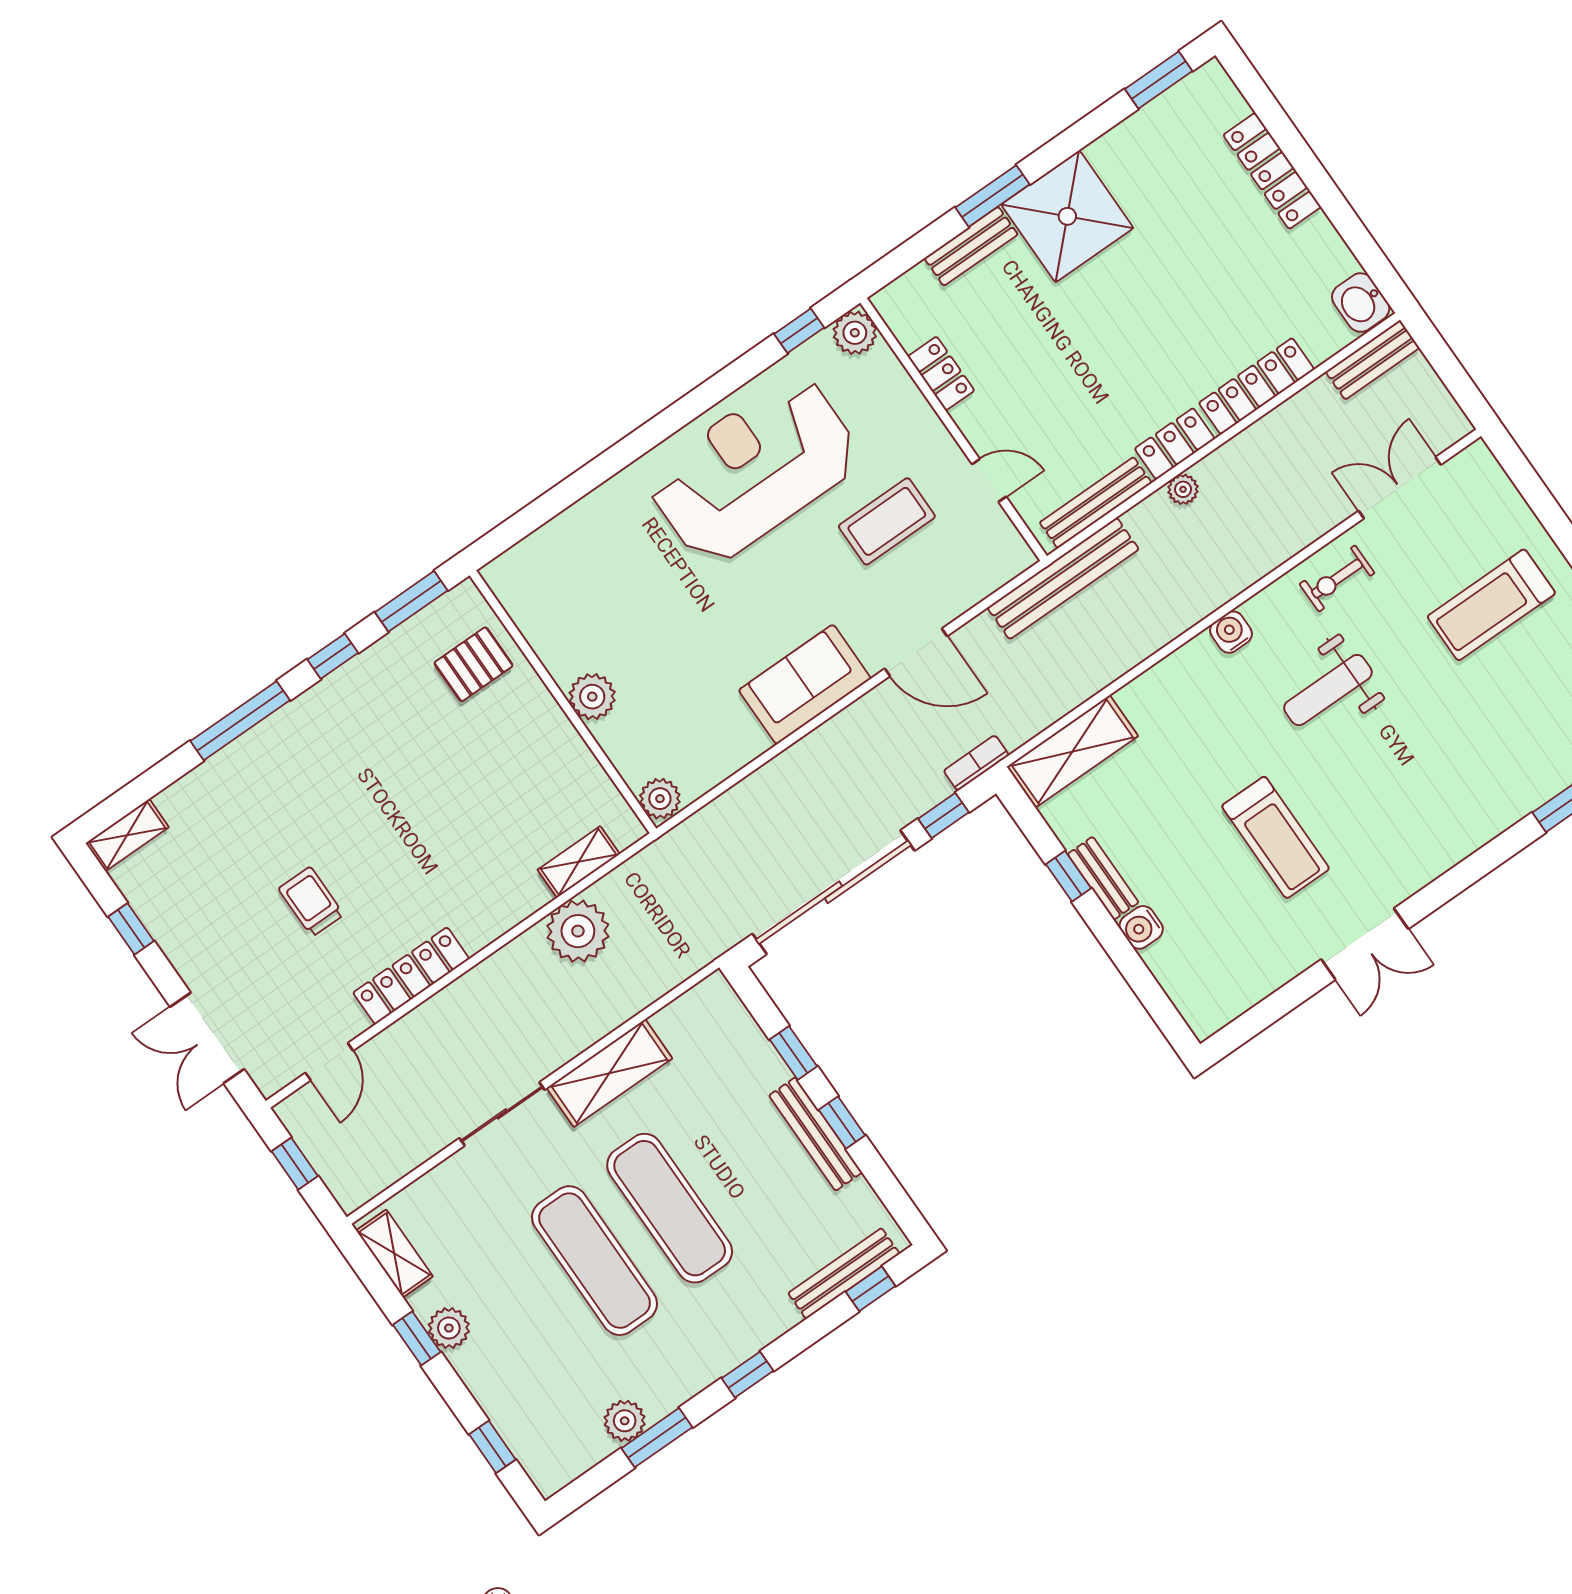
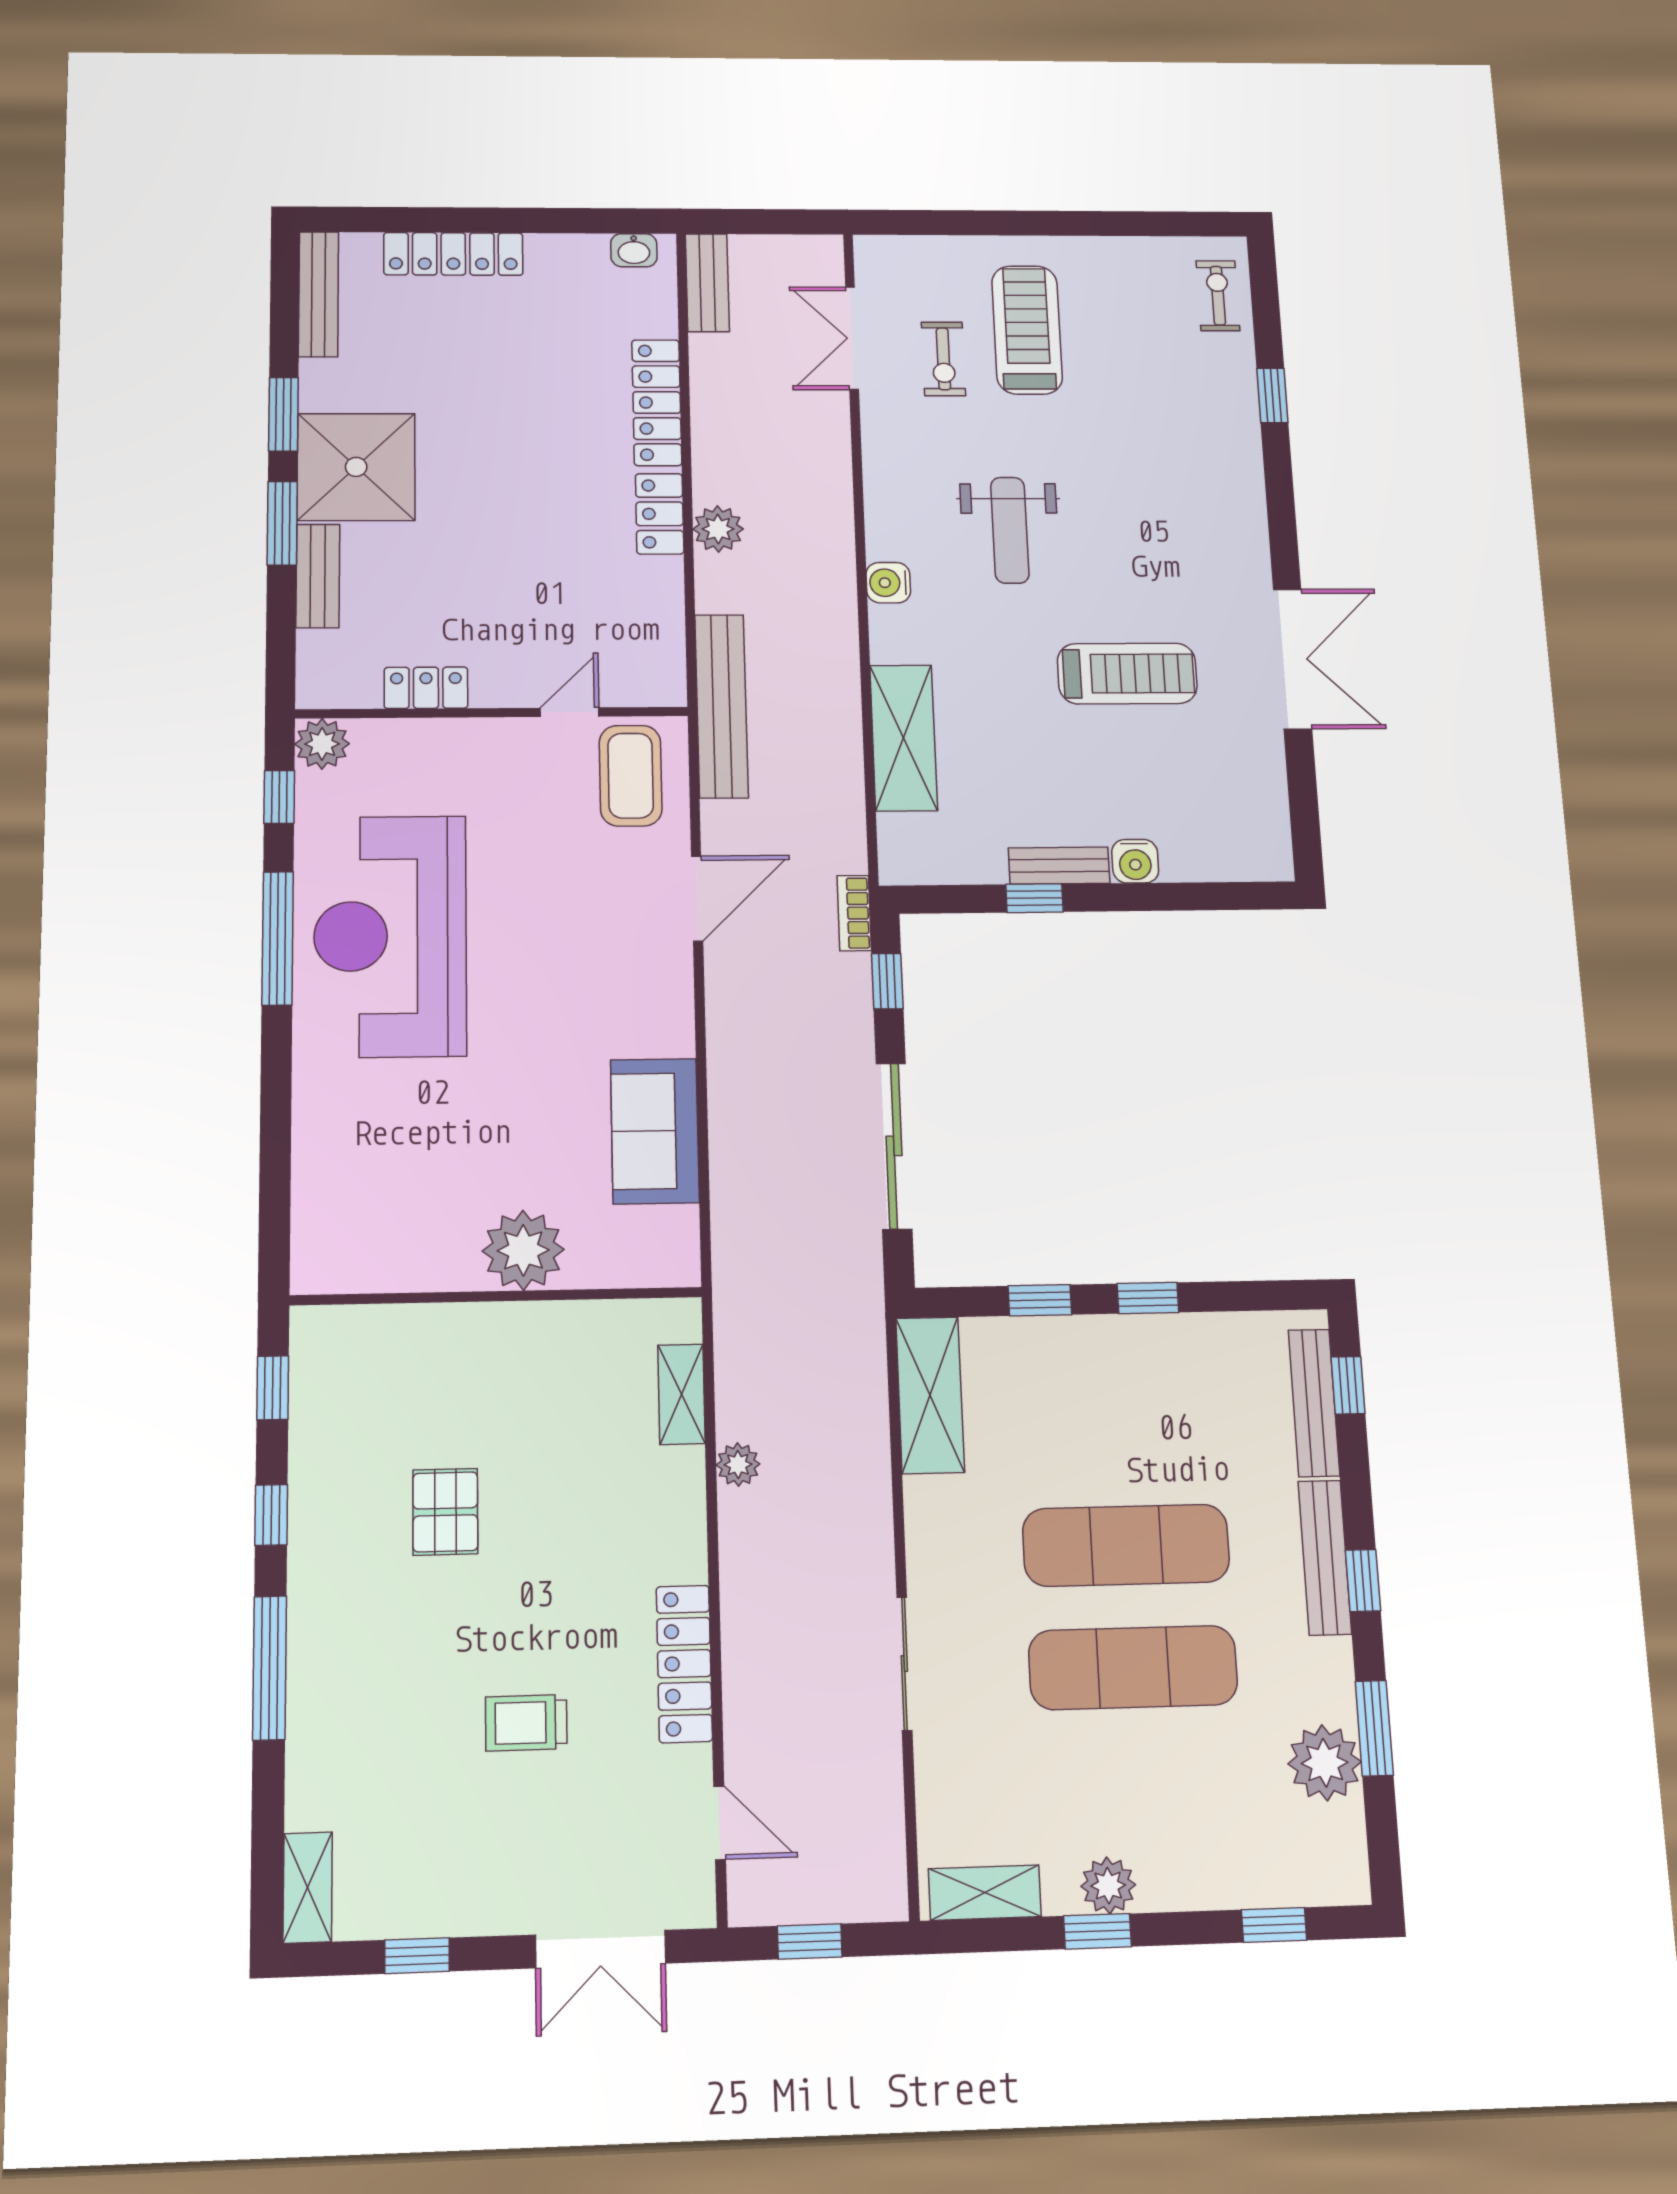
window: (1159, 80) -> (283, 414), moved
washbasin: (1361, 303) -> (634, 250), width x0.72, depth x0.69
window: (703, 398) -> (278, 938), added
plant: (1183, 489) -> (718, 529), width x1.38, depth x1.38
bench: (1096, 503) -> (319, 294), moved
coffee table: (887, 521) -> (631, 776), moved
exercise bike: (1337, 579) -> (943, 359), moved
window: (411, 601) -> (273, 1388), width x0.67
treadmill: (1491, 605) -> (1027, 330), turned 180
pallet: (473, 664) -> (445, 1512), moved
sofa: (805, 684) -> (655, 1131), moved
plant: (592, 697) -> (523, 1250), width x1.36, depth x1.36
shelving: (1072, 751) -> (904, 738), moved
plant: (660, 799) -> (672, 1262), removed
sliding door: (833, 892) -> (894, 1146), width x0.73
plant: (578, 931) -> (738, 1465), width x0.53, depth x0.53
double door: (1365, 944) -> (1292, 659), width x1.37
shelving: (609, 1073) -> (930, 1395), moved
bench: (816, 1134) -> (1325, 1557), moved, turned 90
plant: (625, 1421) -> (1325, 1763), width x1.36, depth x1.36

